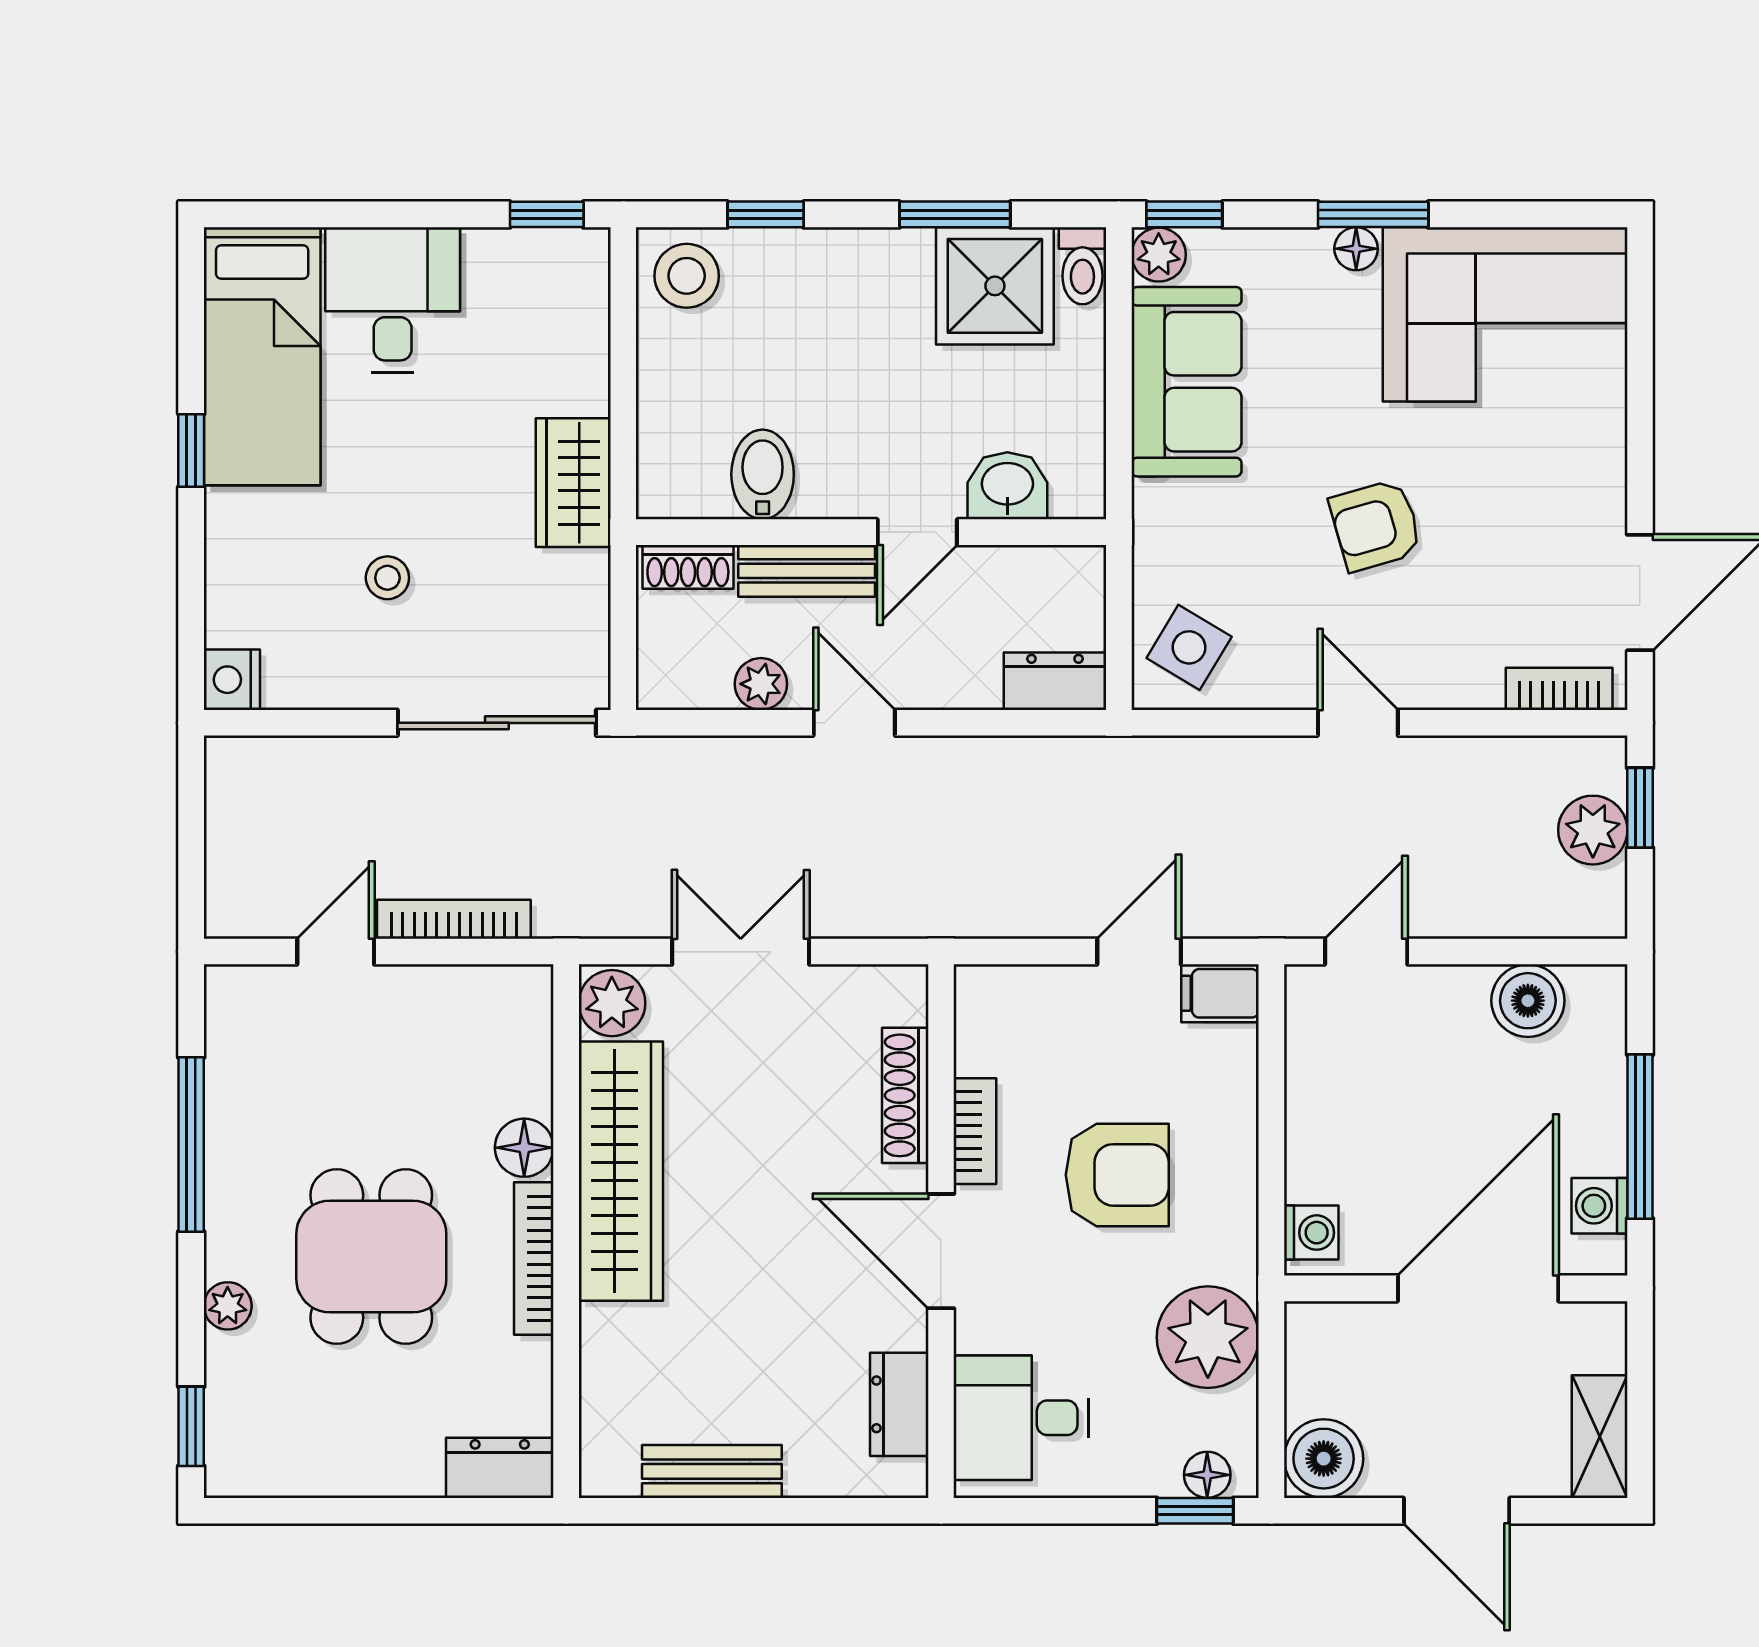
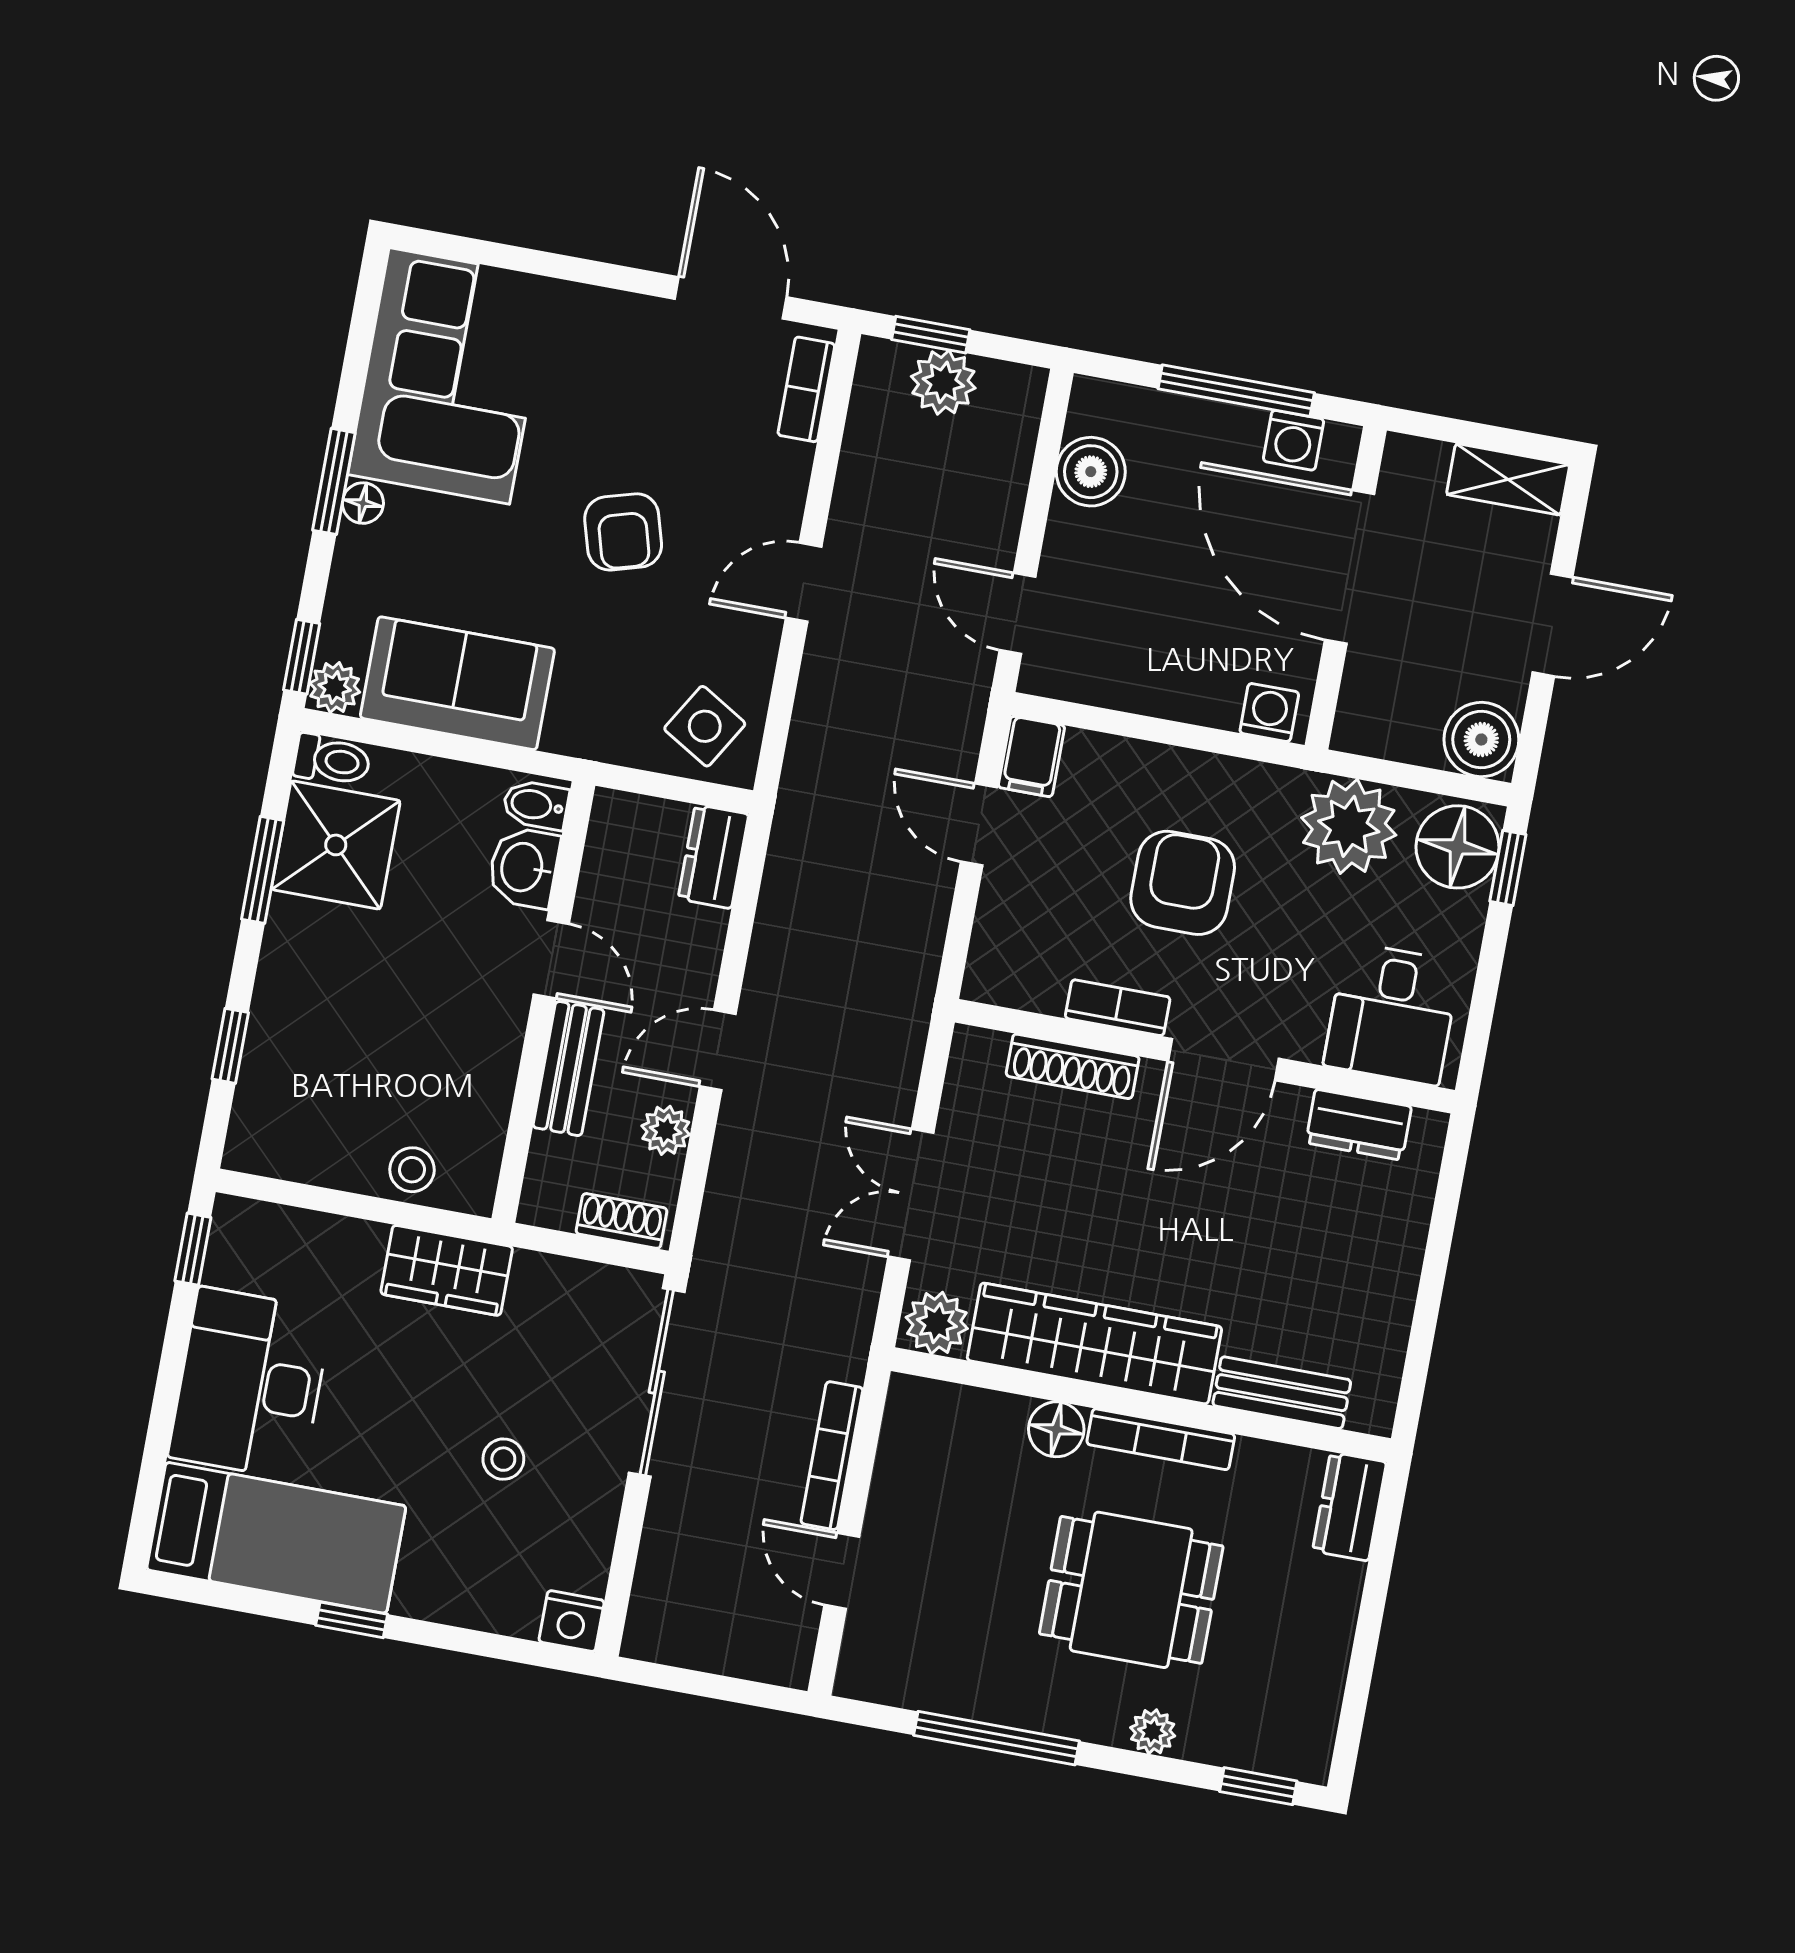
stool: (687, 276) -> (412, 1170), moved, width x0.73, depth x0.73
desk: (393, 300) -> (250, 1384), width x1.37
bidet: (763, 474) -> (536, 805), moved, width x0.72, depth x0.74
shoe rack: (688, 567) -> (621, 1221), moved, turned -90
bench: (712, 1471) -> (1282, 1393), moved, turned 90
floor lamp: (1207, 1475) -> (1457, 847), width x1.89, depth x1.89

